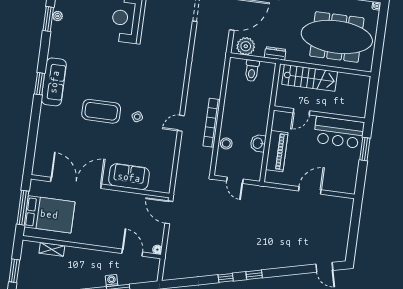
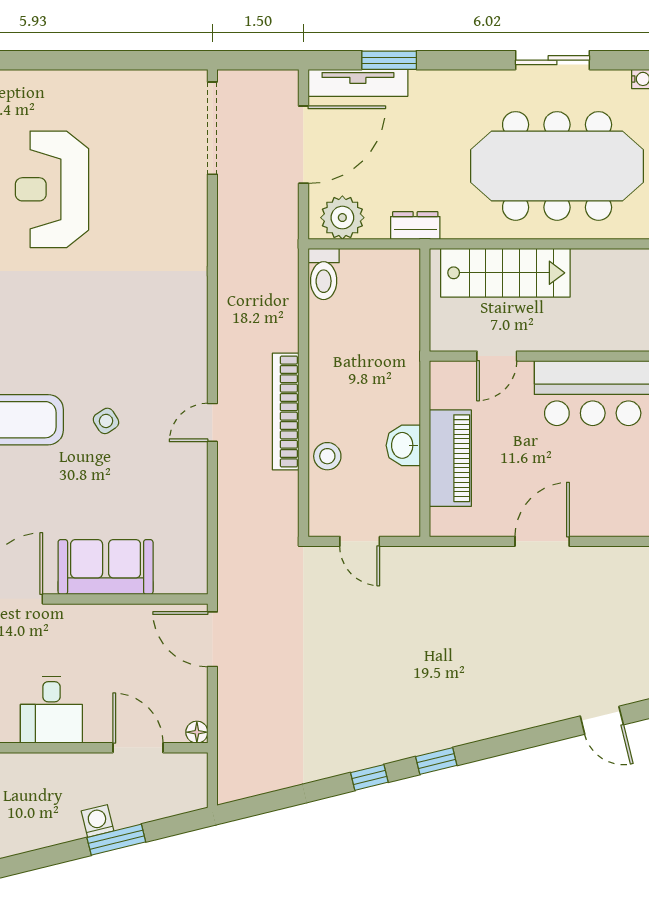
toilet: (252, 71) -> (324, 274), moved
desk: (99, 232) -> (51, 710), added

